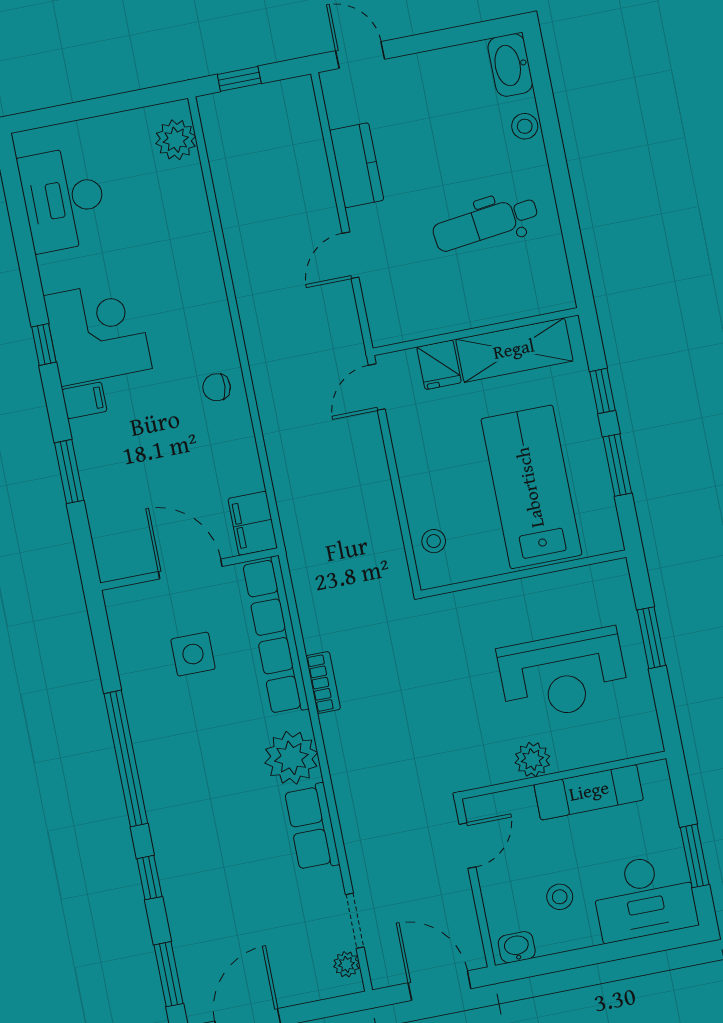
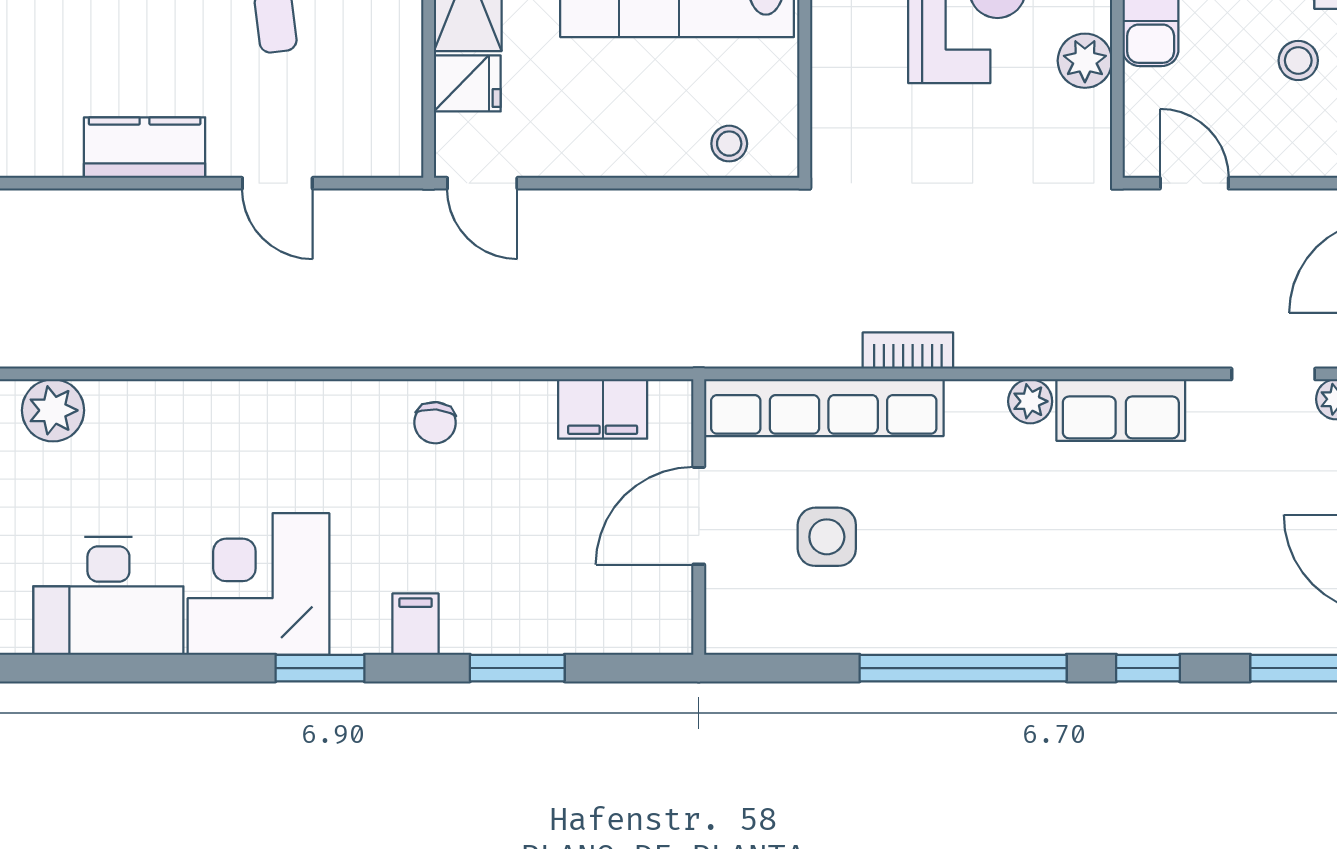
corner desk: (98, 332) -> (258, 584), moved
window: (44, 345) -> (320, 668), width x1.50
filing cabinet: (253, 523) -> (603, 409), moved
plant: (291, 758) -> (1030, 401), width x0.53, depth x0.53

